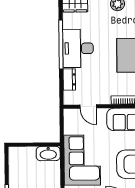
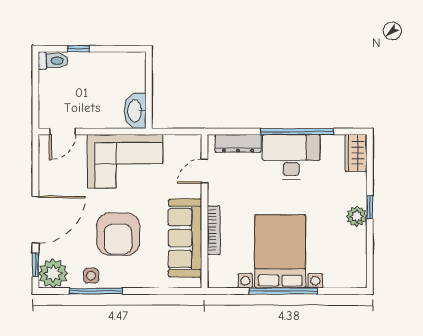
dresser: (69, 79) -> (238, 143), width x1.44

